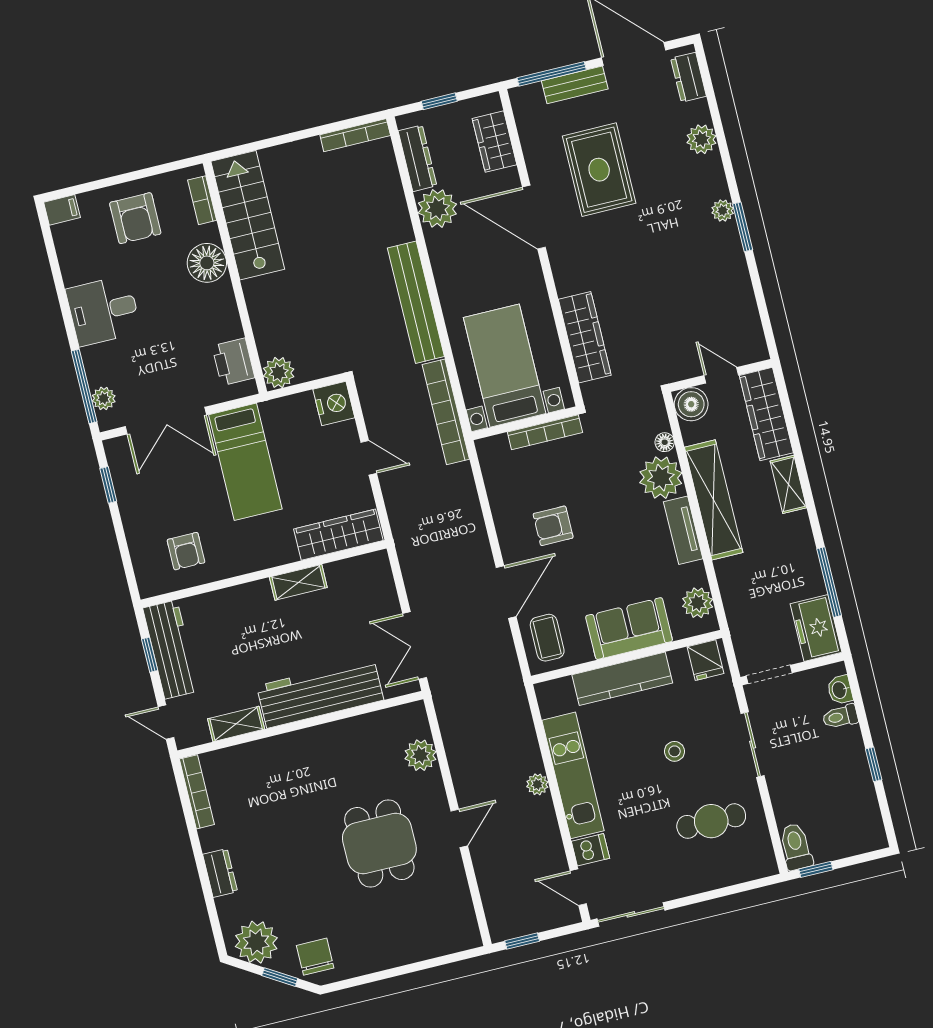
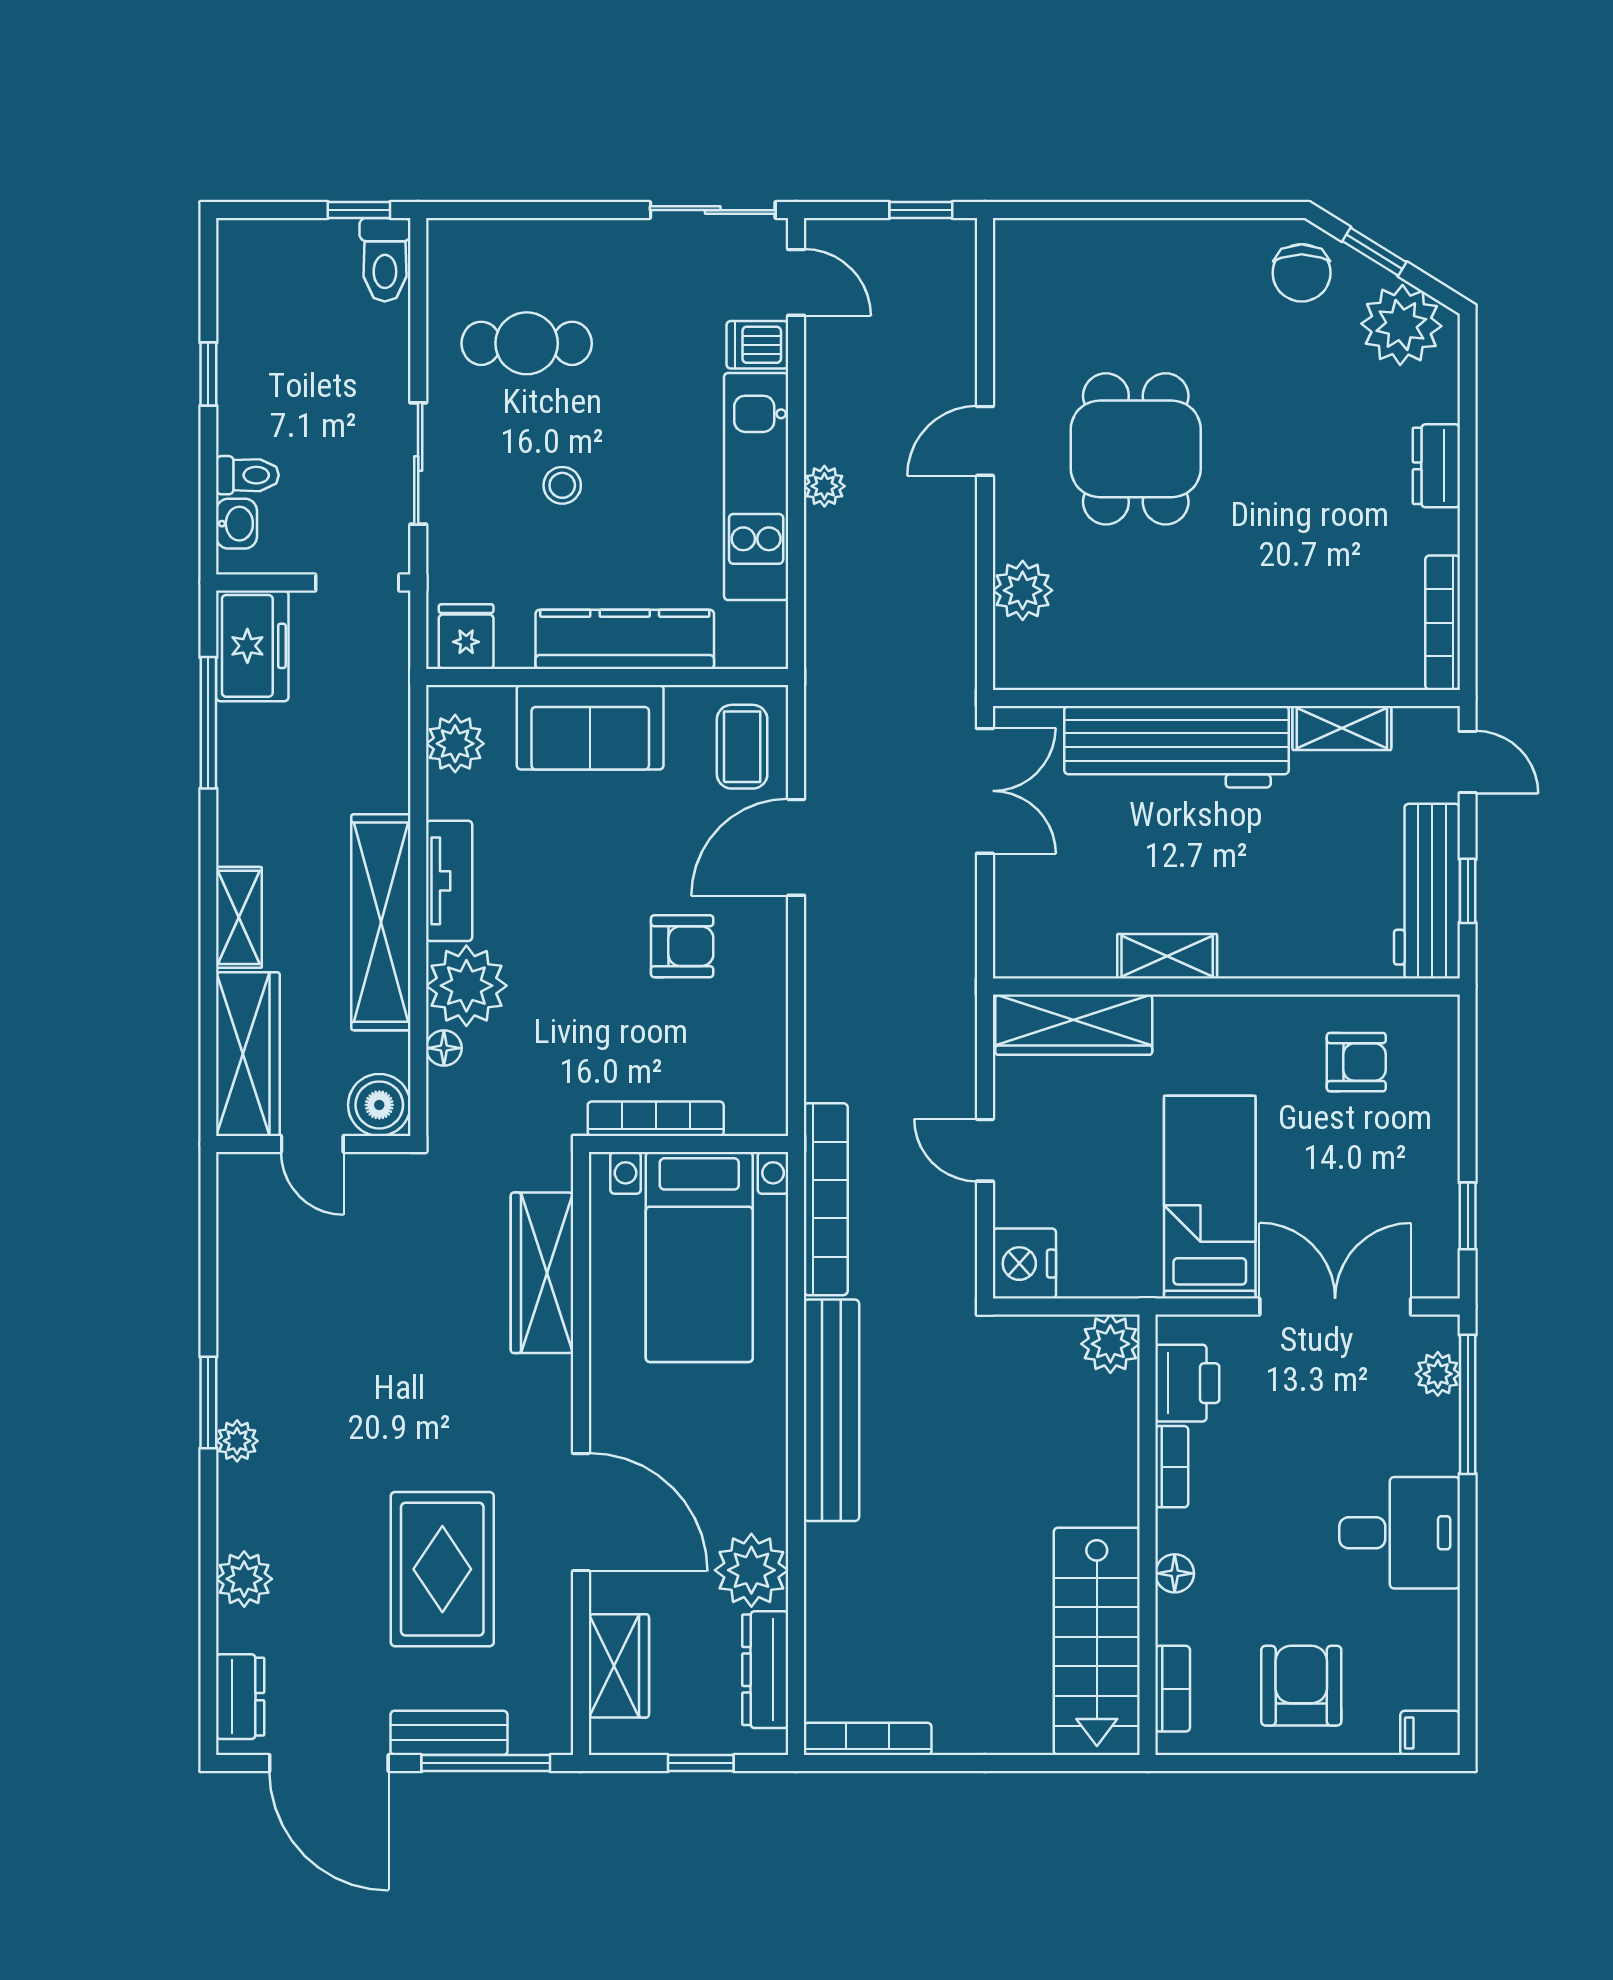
floor lamp: (207, 263) -> (1175, 1573), width x0.53, depth x0.53
bookcase: (231, 316) -> (1172, 1467), added
armchair: (186, 551) -> (1356, 1062), turned 90

